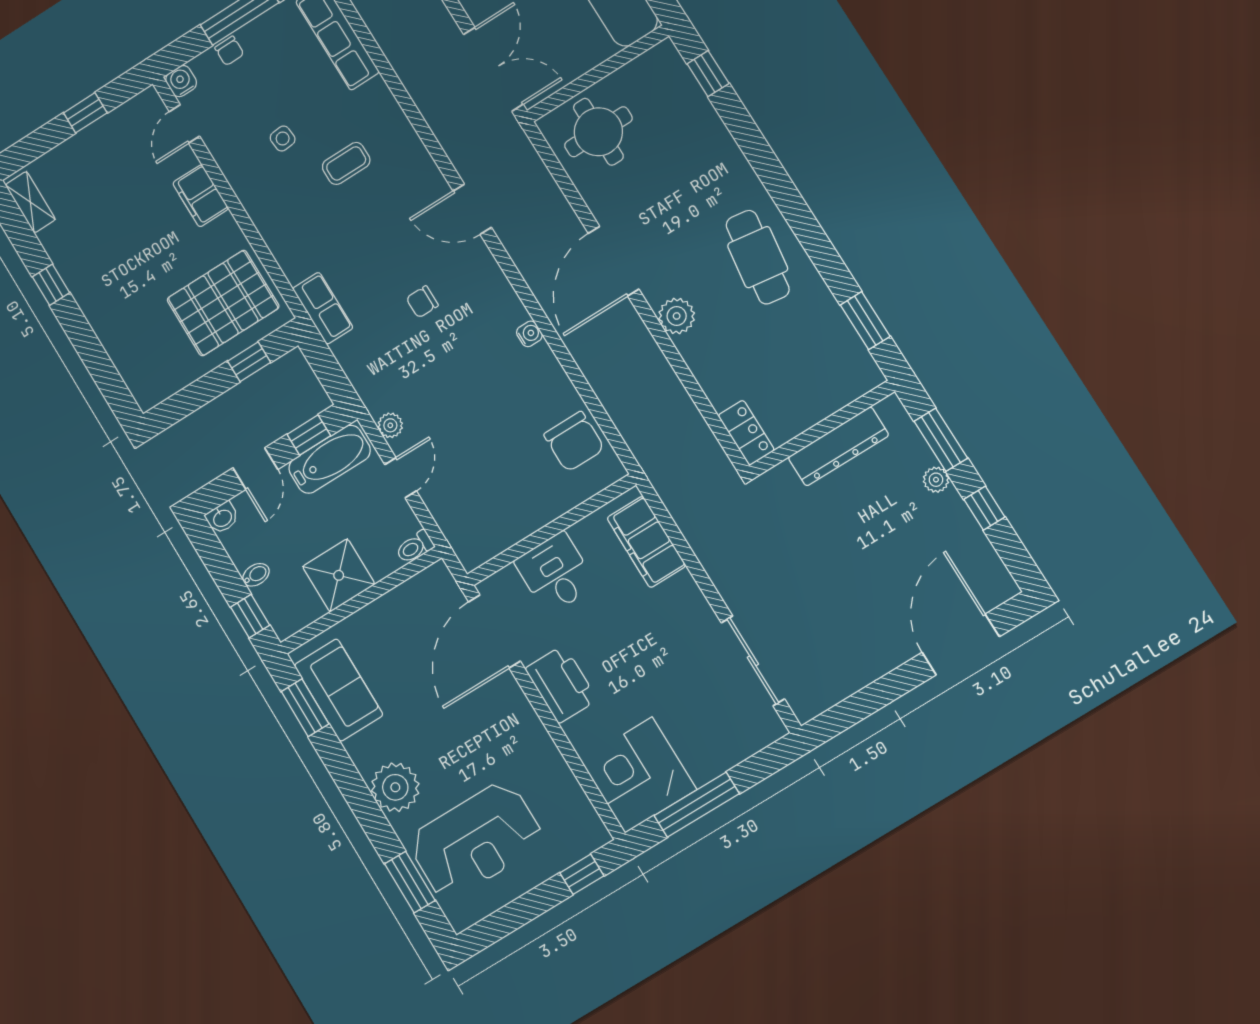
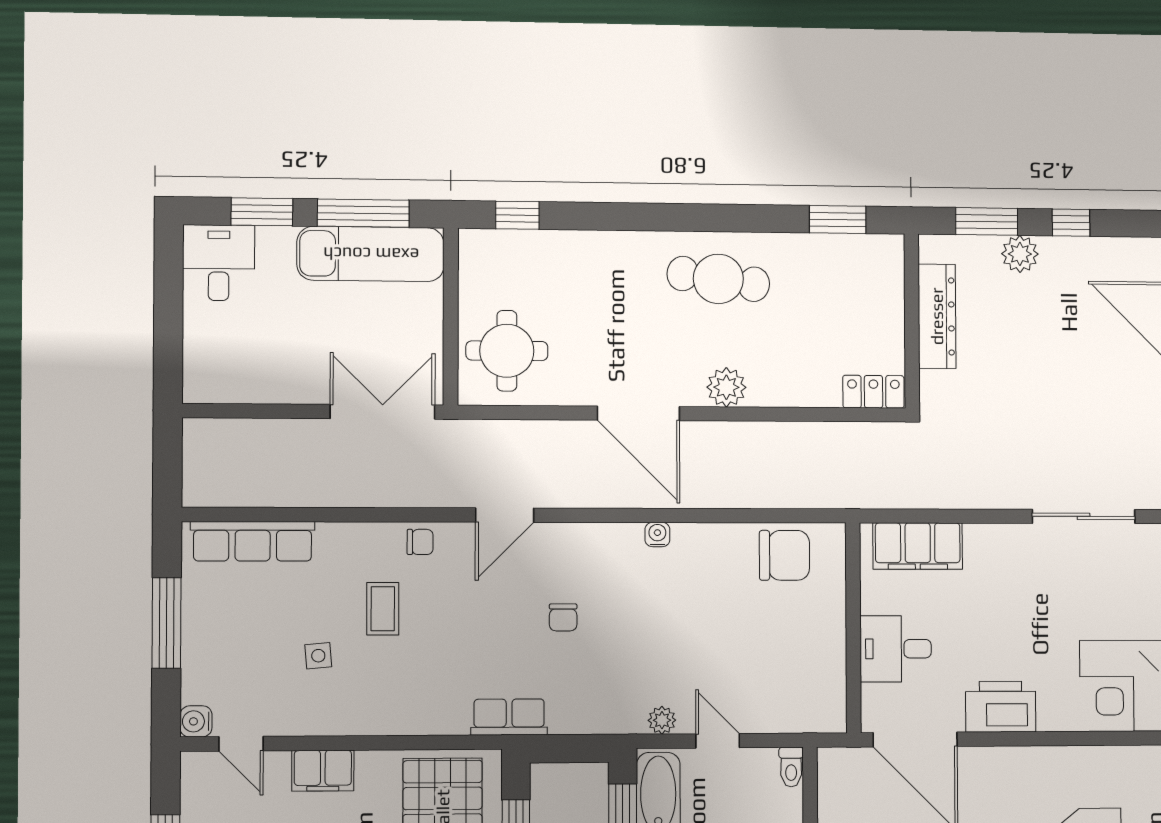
chair: (229, 51) -> (420, 542), moved
plant: (936, 480) -> (1020, 254), width x1.38, depth x1.38

